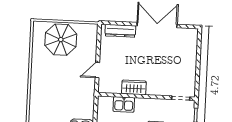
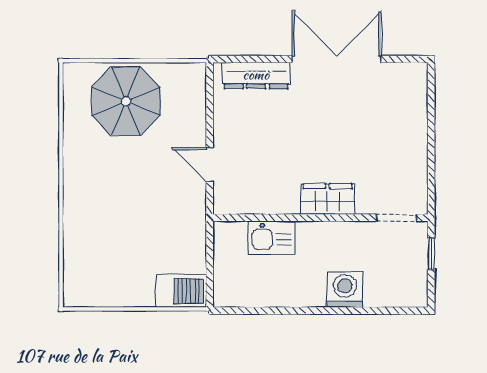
door: (97, 70) -> (210, 164), hinge flipped
wardrobe: (134, 87) -> (328, 199), moved

